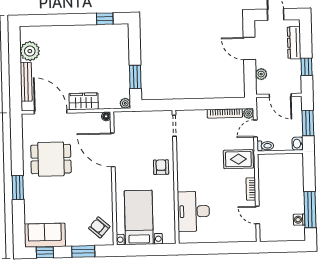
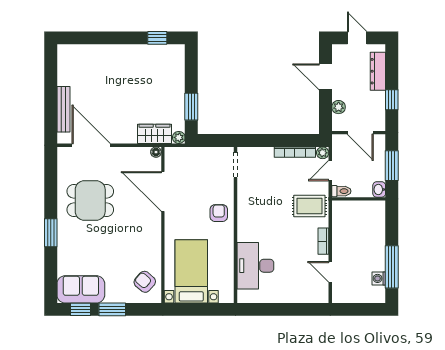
plant: (30, 51) -> (69, 74), removed
wardrobe: (84, 101) -> (155, 134), moved
window: (83, 251) -> (112, 309), moved

